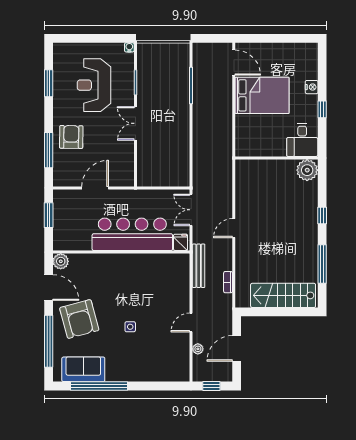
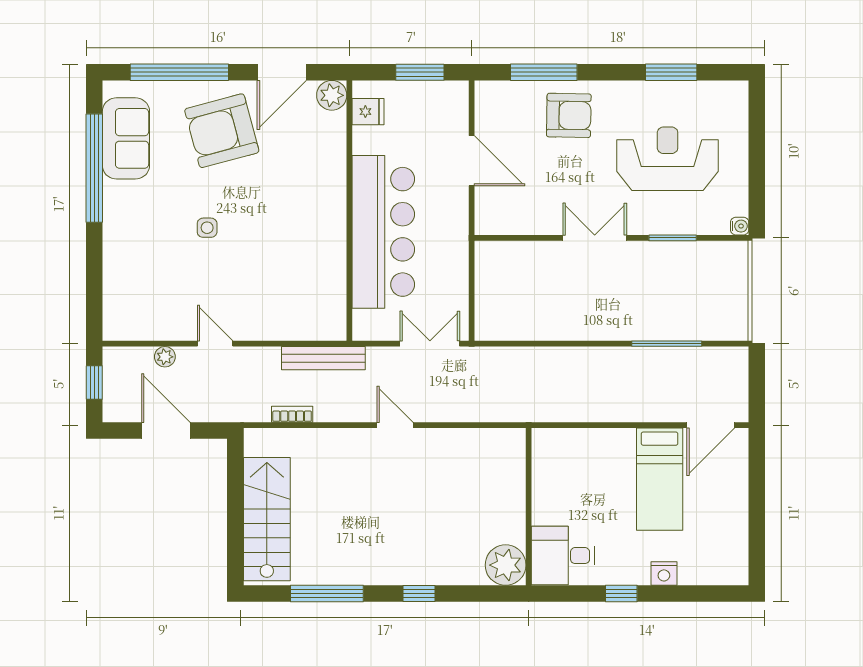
bed: (262, 95) -> (660, 479), width x0.67
fridge: (181, 242) -> (368, 112), moved

